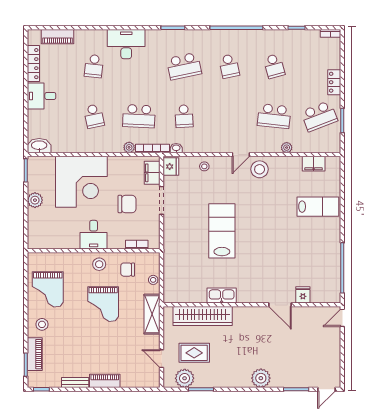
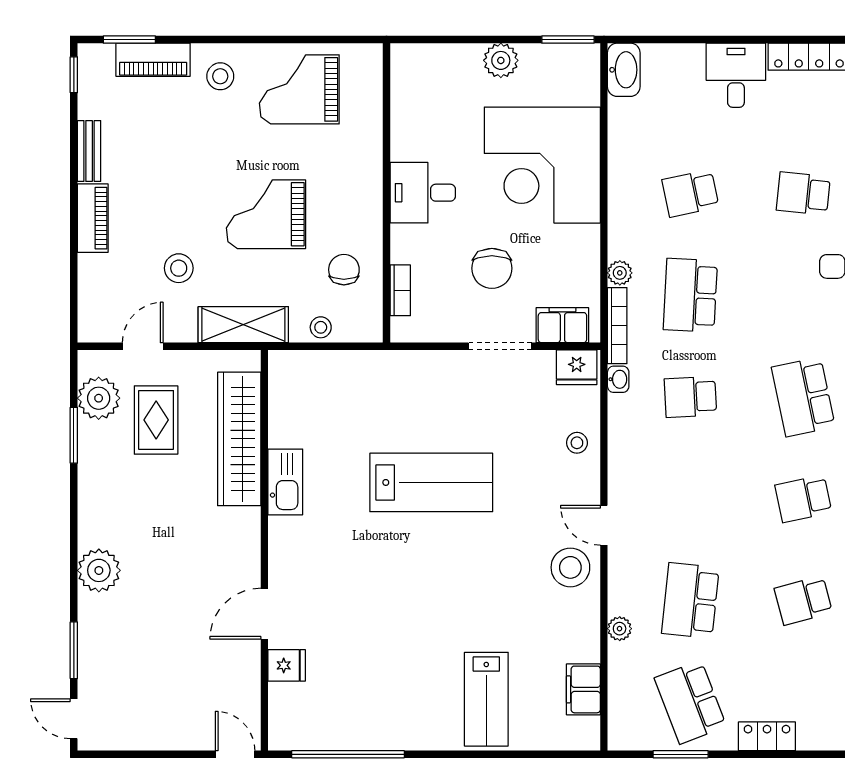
stool: (99, 264) -> (179, 268), moved

